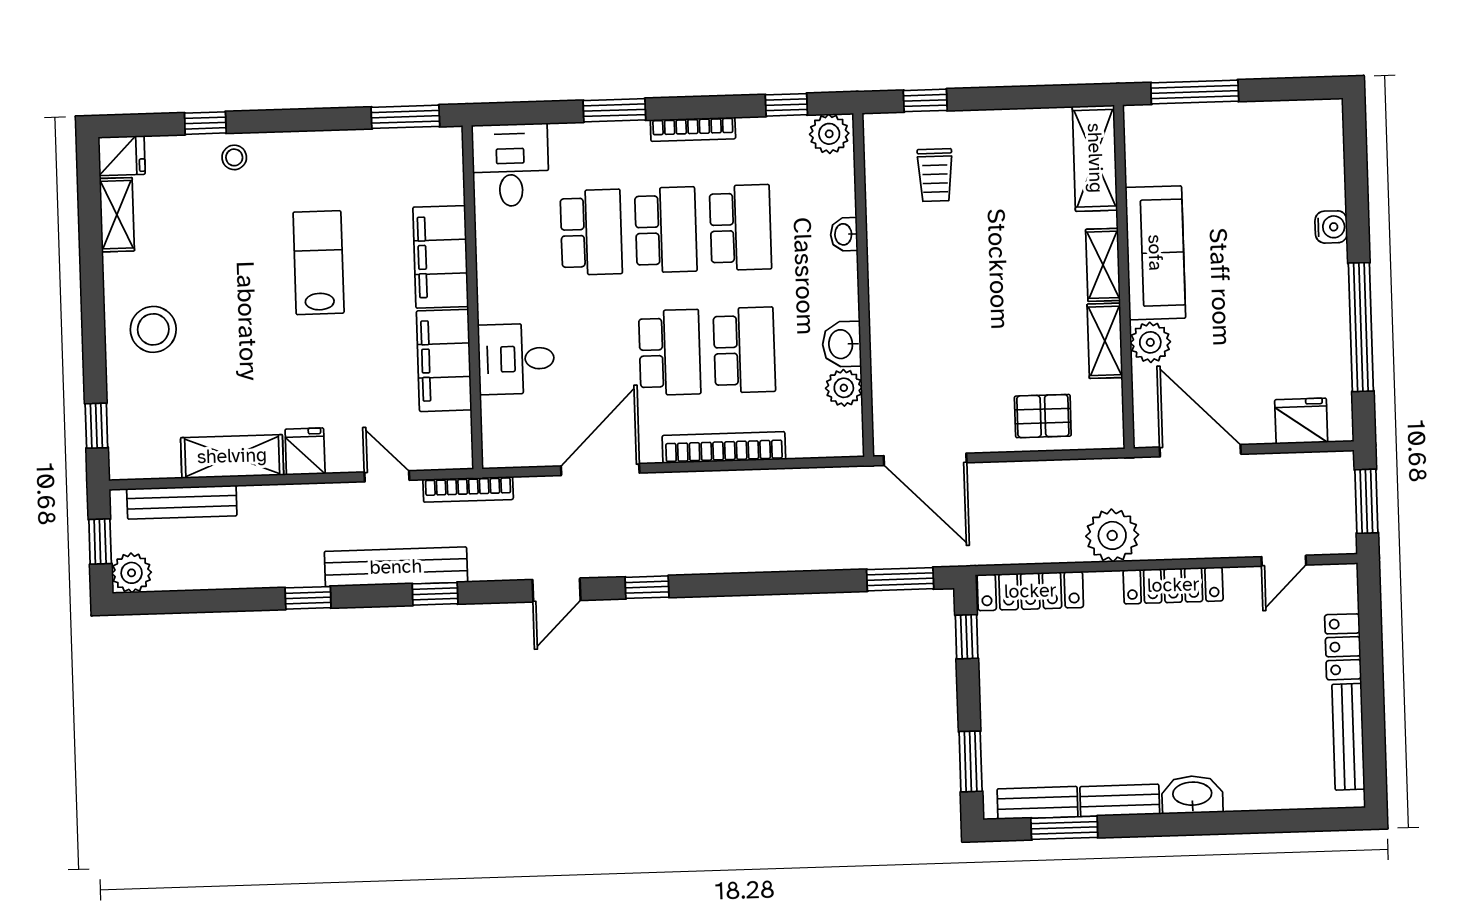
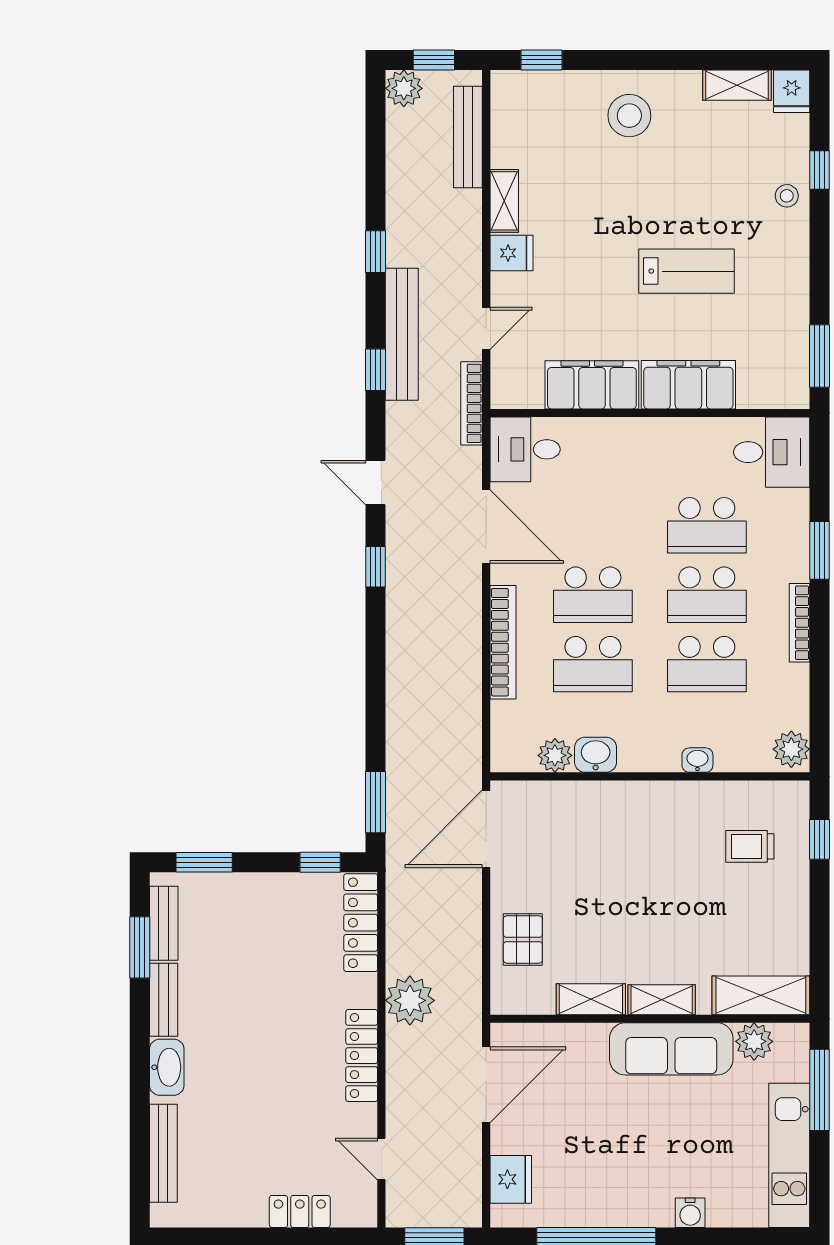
window: (786, 105) -> (819, 710), removed
kitchen unit: (1266, 122) -> (789, 1155), added
plant: (1150, 342) -> (754, 1041), moved
desk: (516, 359) -> (525, 449), moved, turned -90
shelving: (232, 456) -> (504, 201), width x0.67, depth x0.75
bench: (1348, 737) -> (163, 1153), moved, turned 90

